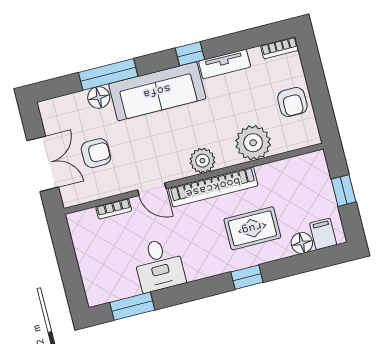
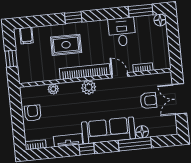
plant: (253, 143) -> (53, 89), width x0.53, depth x0.53
armchair: (96, 153) -> (148, 101), turned 180
floor lamp: (302, 243) -> (160, 20), moved

